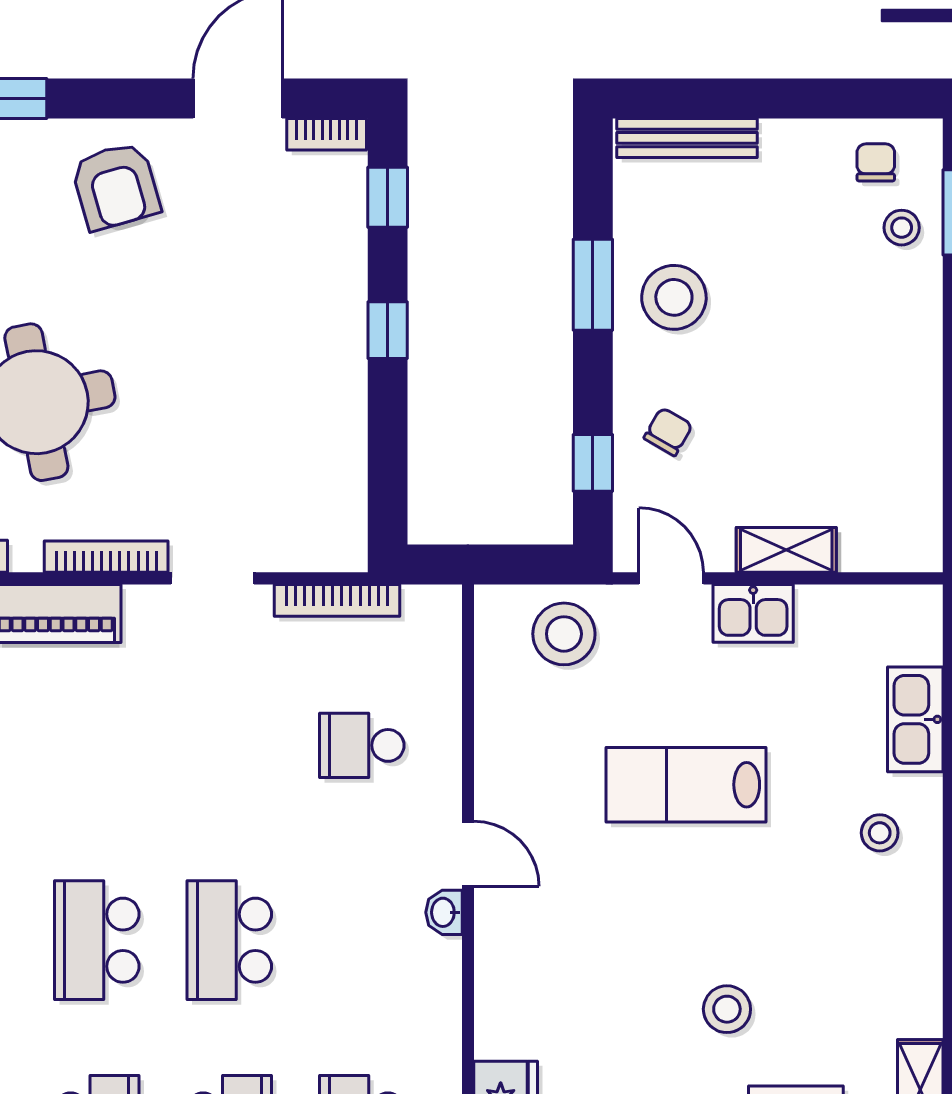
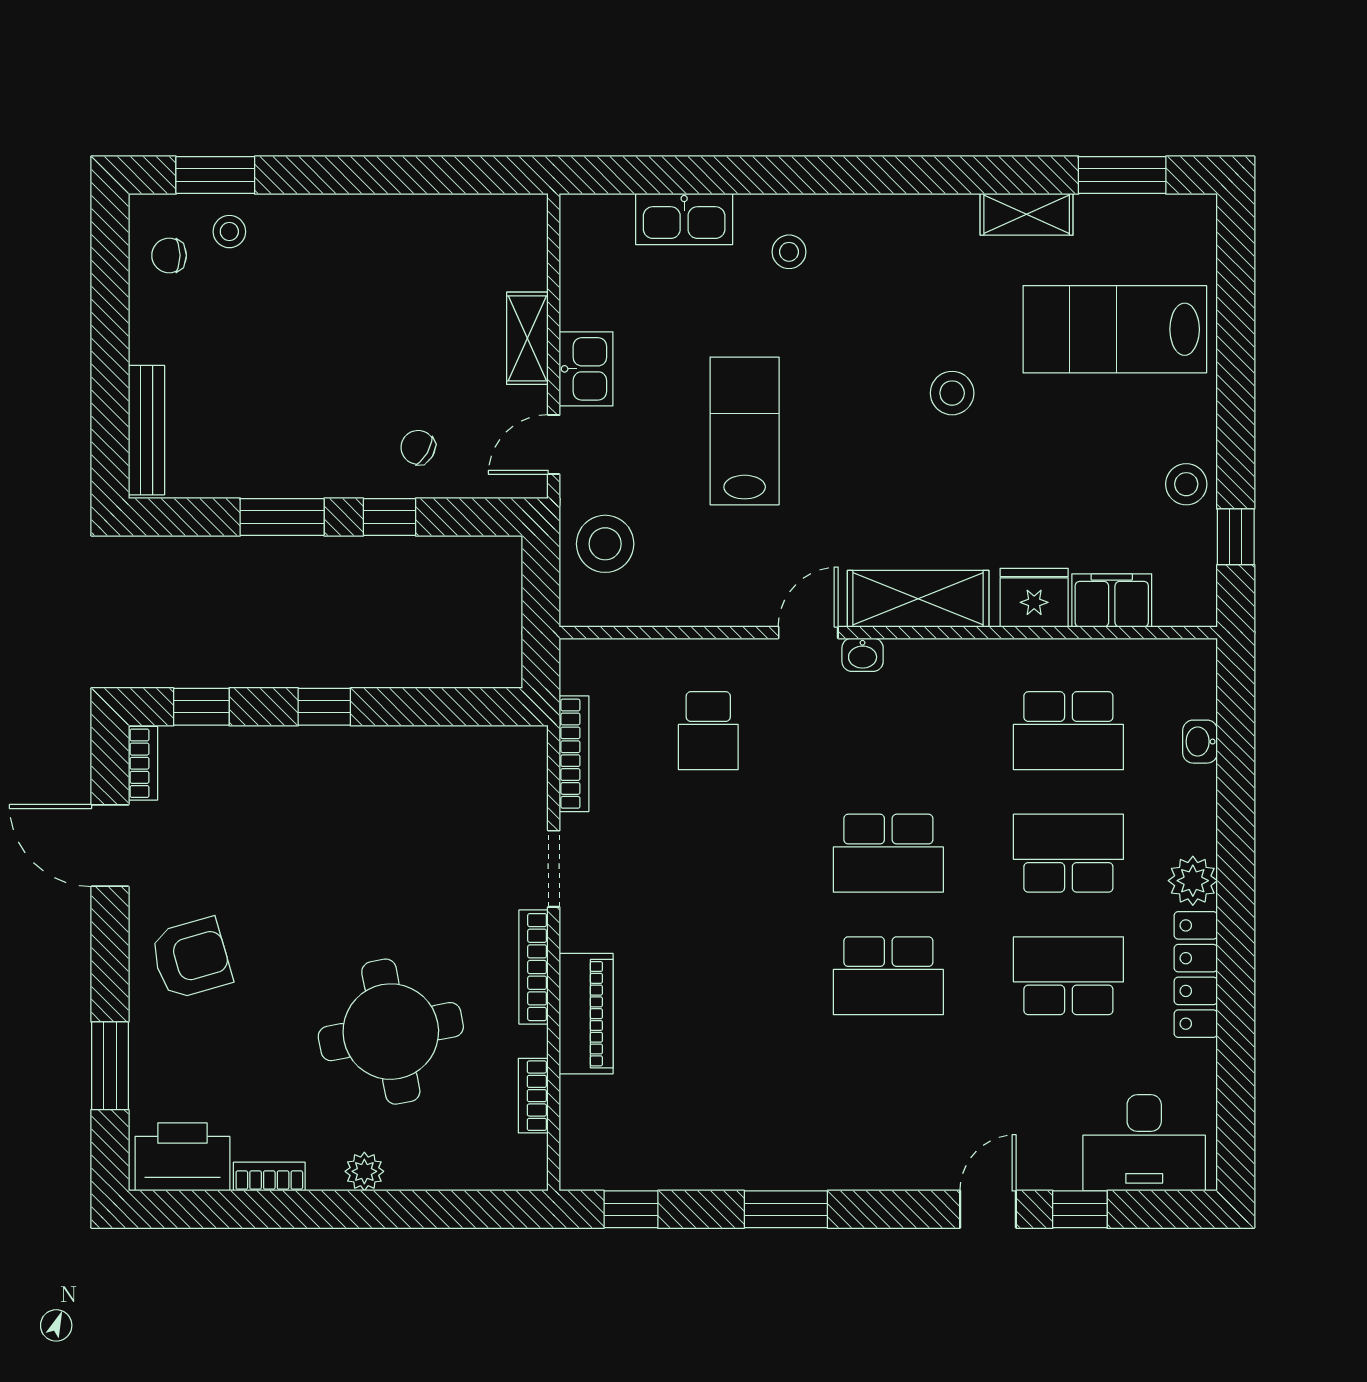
stool: (674, 297) -> (294, 442), removed
window: (593, 463) -> (390, 517), moved
lab bench: (686, 785) -> (745, 431), turned 180
shelving: (505, 972) -> (918, 599), added

